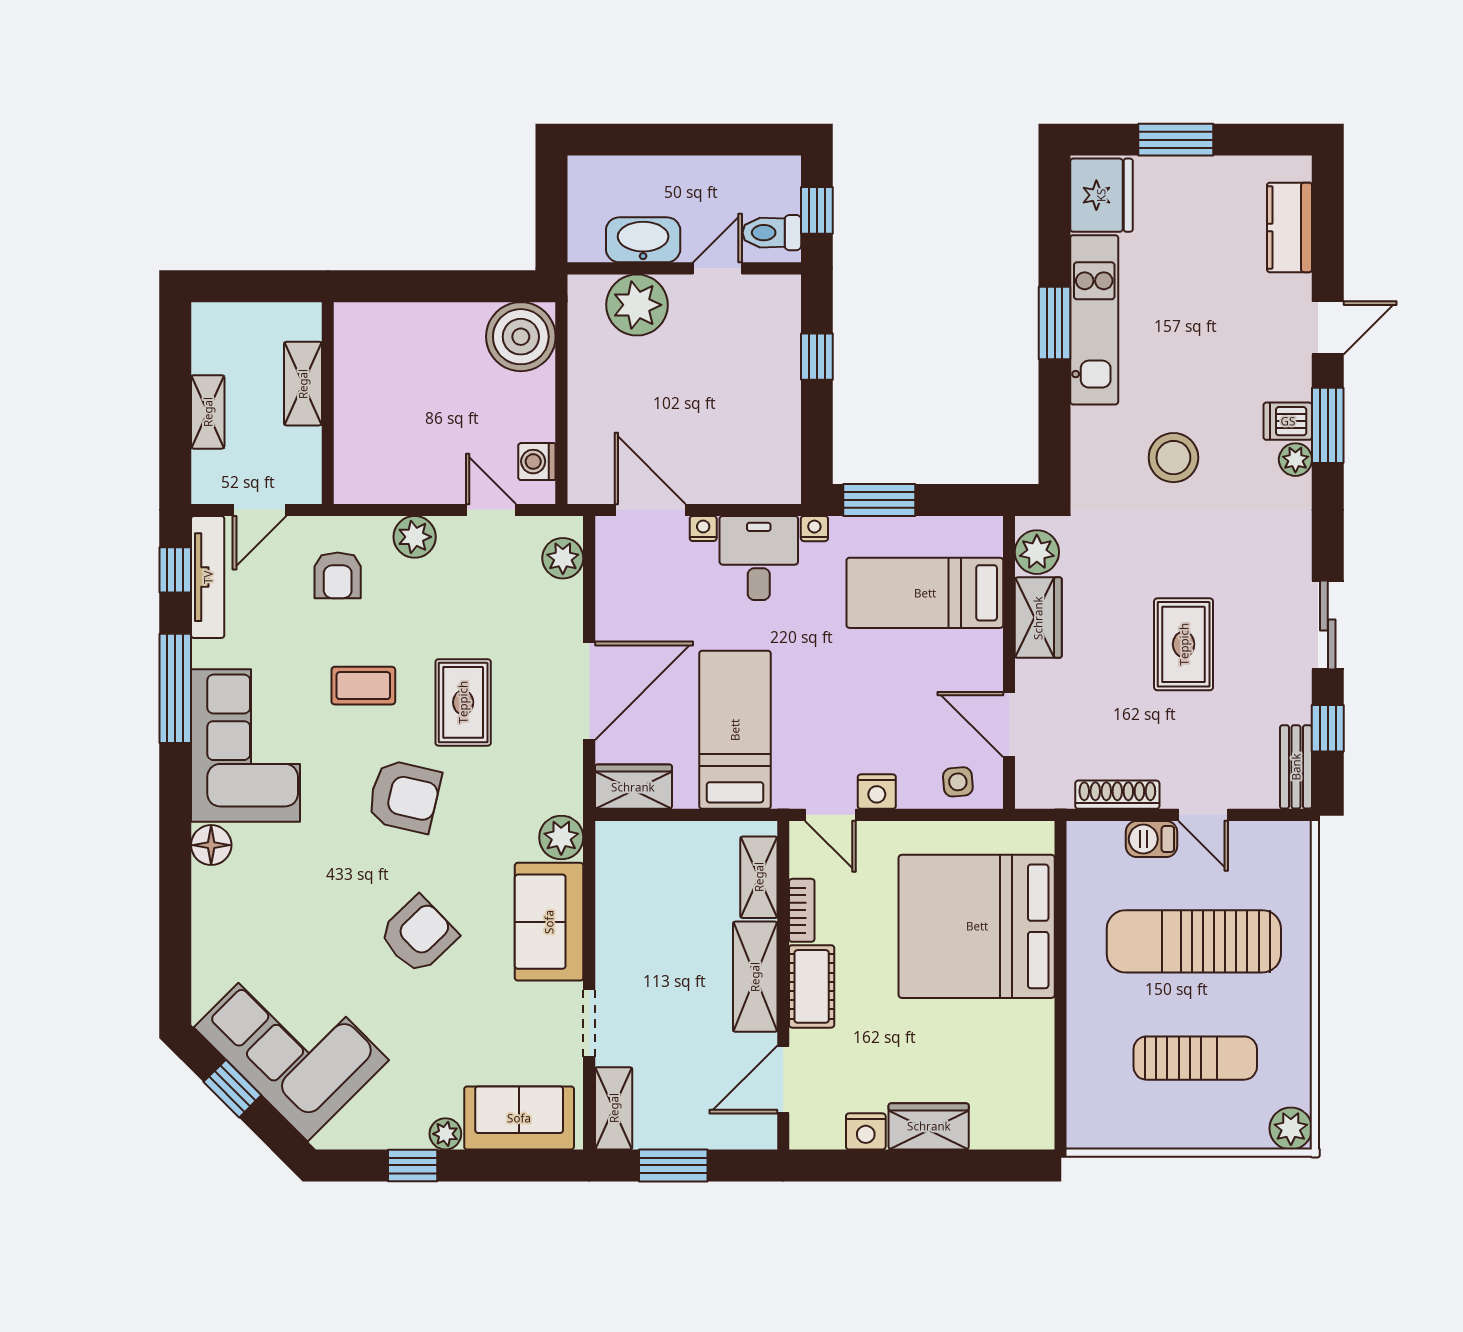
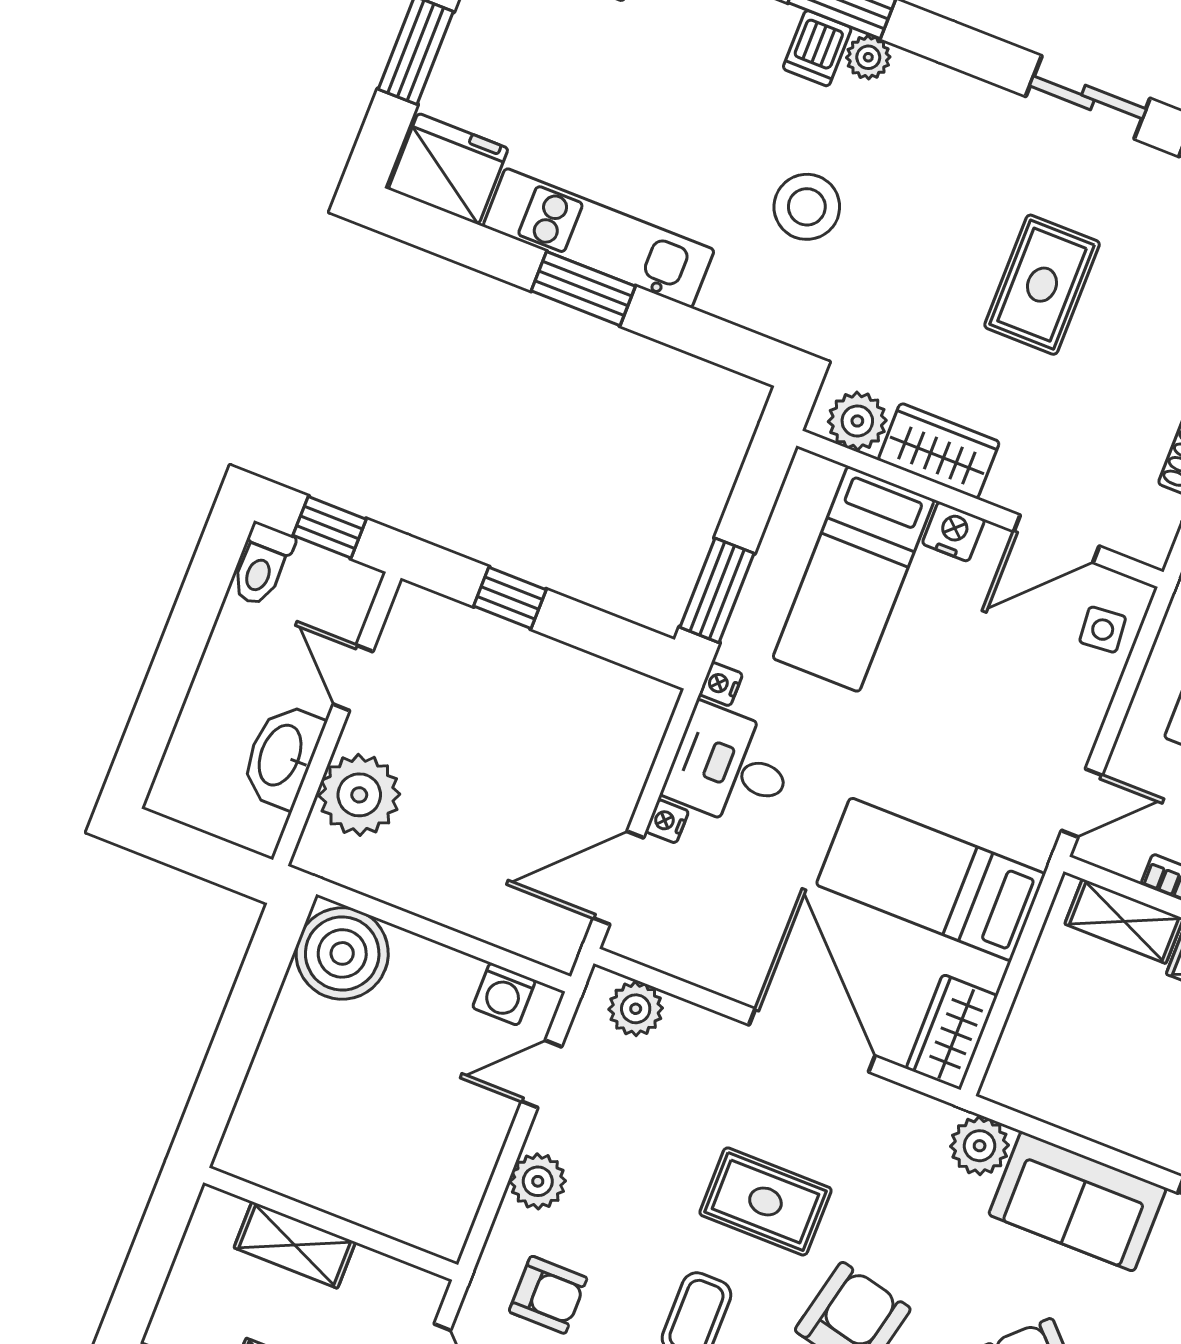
toilet: (772, 233) -> (262, 565), moved
rug: (1184, 644) -> (1042, 285), turned 90
nightstand: (877, 792) -> (953, 532), moved, turned -90

